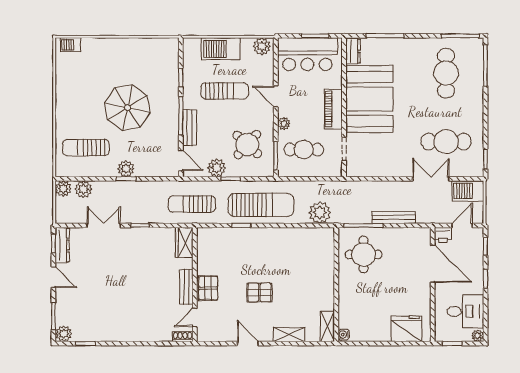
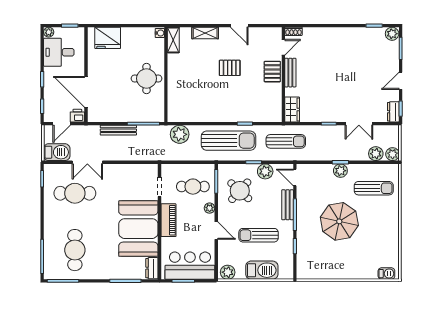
sun lounger: (261, 205) -> (228, 141), turned 180
dresser: (62, 245) -> (393, 112), width x0.70
round table: (364, 254) -> (146, 78), moved
door: (53, 277) -> (401, 81), hinge flipped

